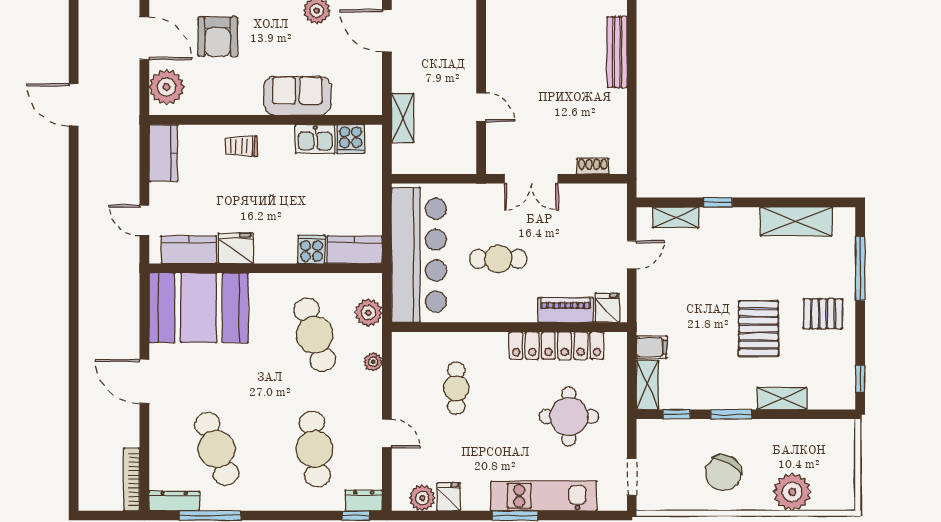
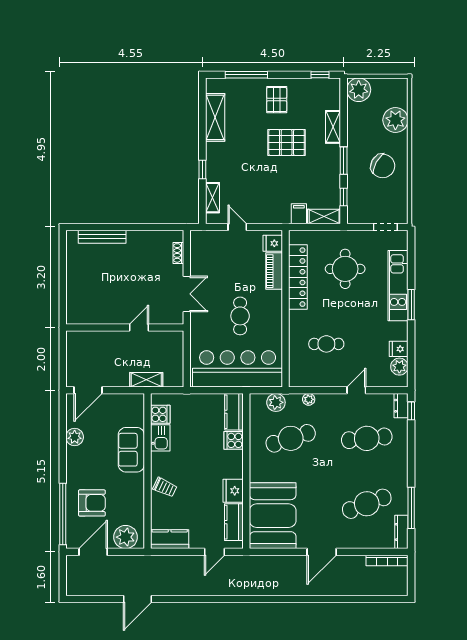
trolley: (241, 146) -> (165, 487), turned -65
plant: (838, 437) -> (359, 90), added

